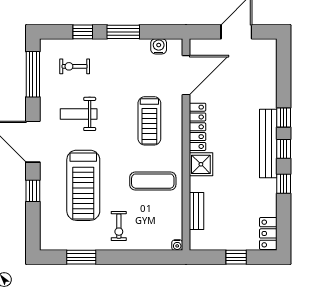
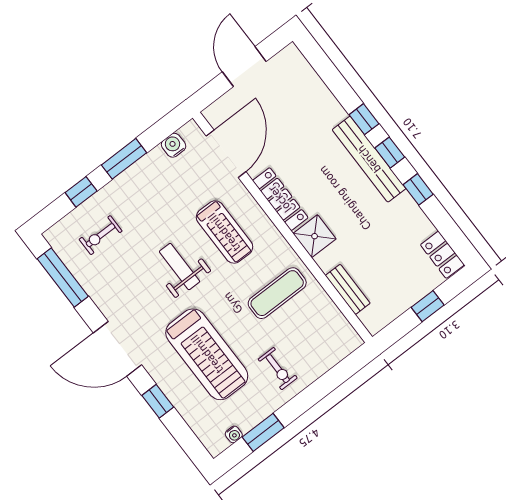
weight bench: (79, 114) -> (180, 266), moved, turned 90
water cooler: (177, 245) -> (234, 434), moved

